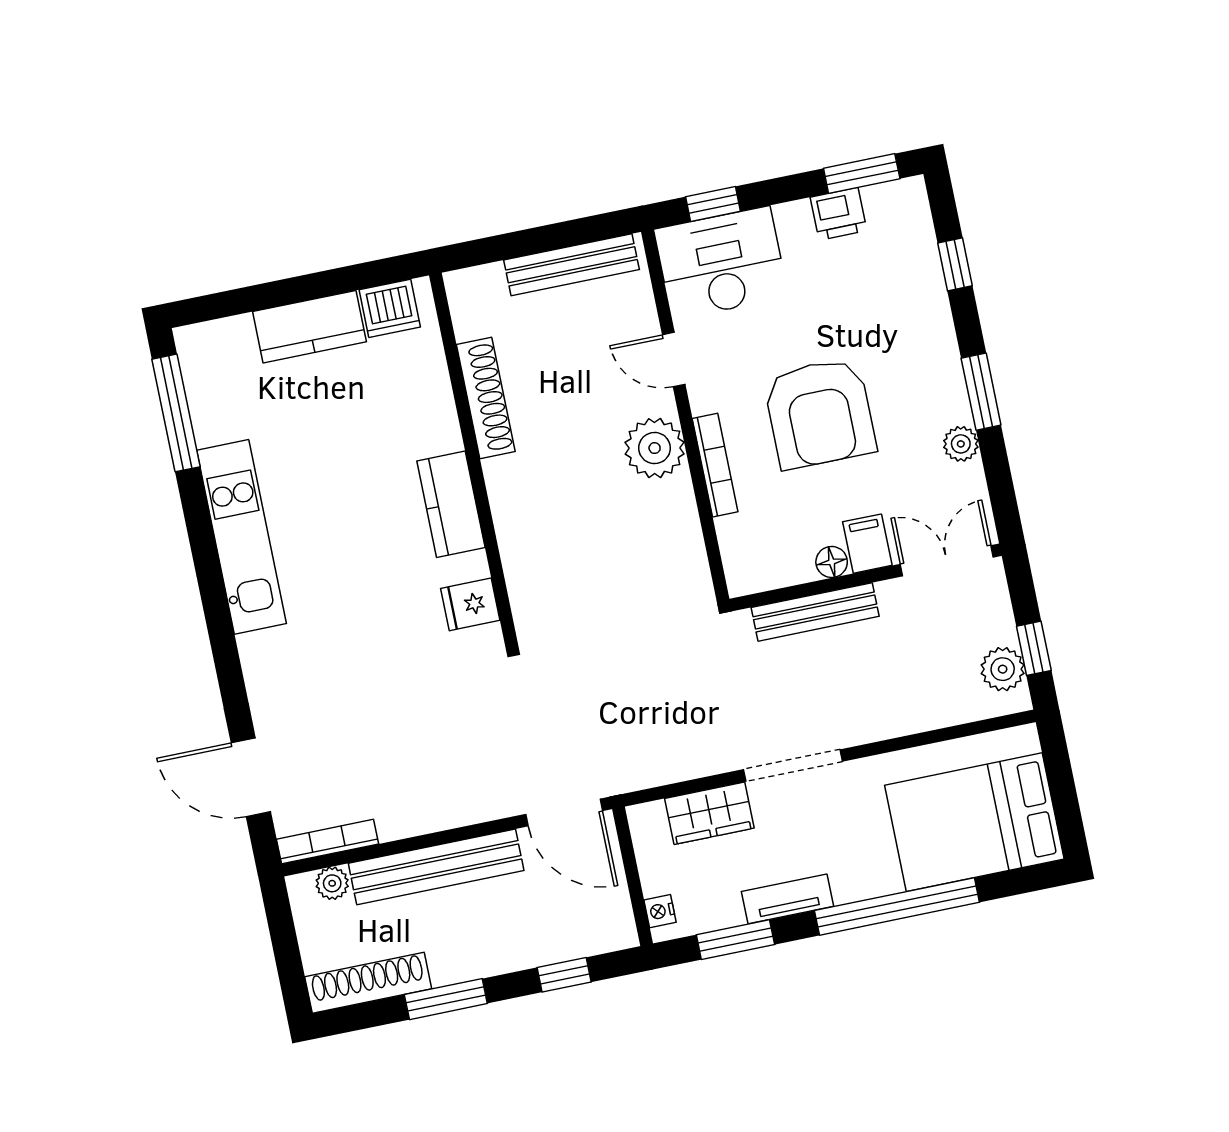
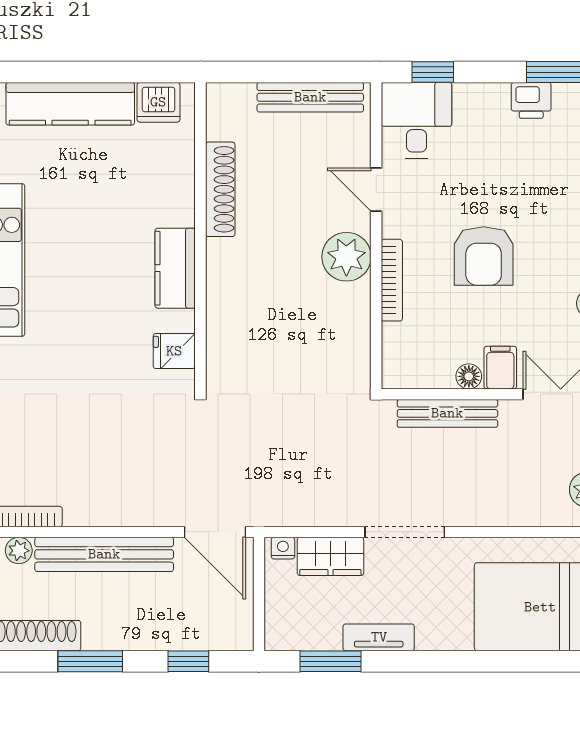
desk: (721, 263) -> (417, 120), width x0.73
kitchen counter: (309, 327) -> (70, 104), width x1.50
armchair: (820, 413) -> (484, 256), width x0.73, depth x0.73
window: (897, 906) -> (465, 661), removed
nightstand: (660, 911) -> (283, 548), moved, turned 90

